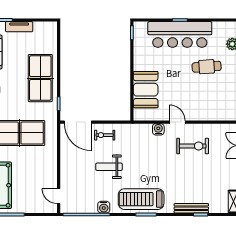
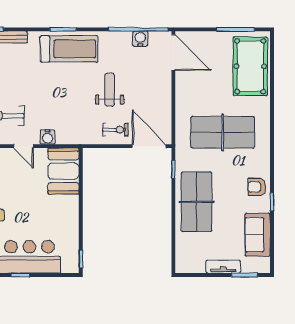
booth: (146, 90) -> (63, 171), moved
weight bench: (109, 167) -> (110, 90), turned -90
door: (59, 196) -> (173, 53), width x1.87
water cooler: (104, 207) -> (140, 39), moved

